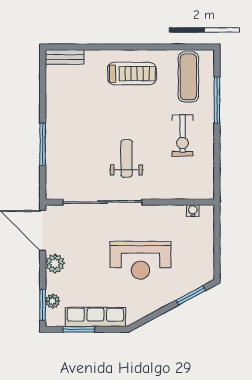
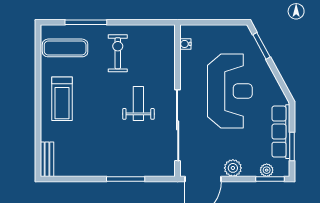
treadmill: (132, 74) -> (62, 99), turned 180
exercise bike: (182, 136) -> (118, 53), turned -90
weight bench: (126, 159) -> (138, 104), turned 90
reception desk: (140, 260) -> (230, 91), width x1.36, depth x1.30

